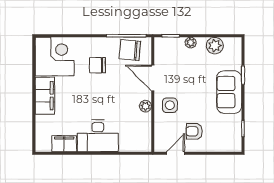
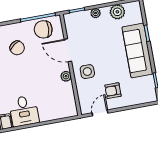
chair: (97, 65) -> (17, 48), turned -126
sofa: (229, 92) -> (137, 50), width x1.36
desk: (98, 136) -> (24, 111), width x0.73

